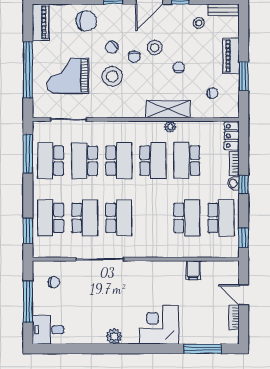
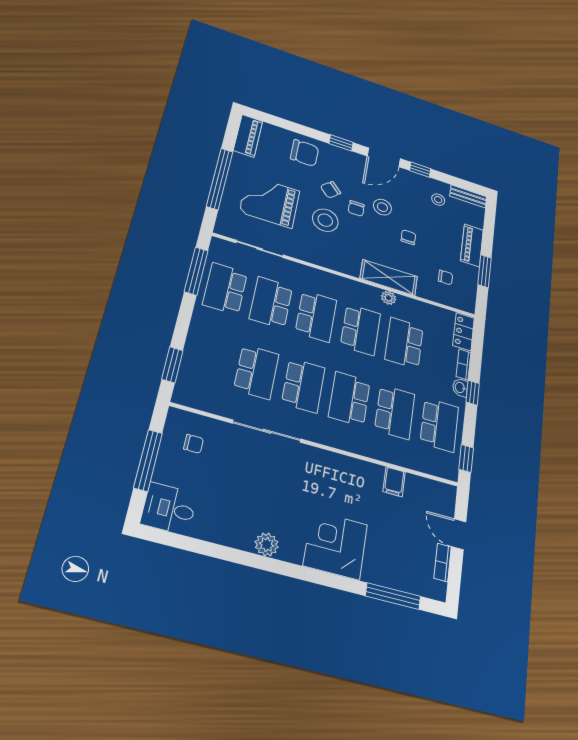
school desk: (51, 218) -> (349, 399), moved

